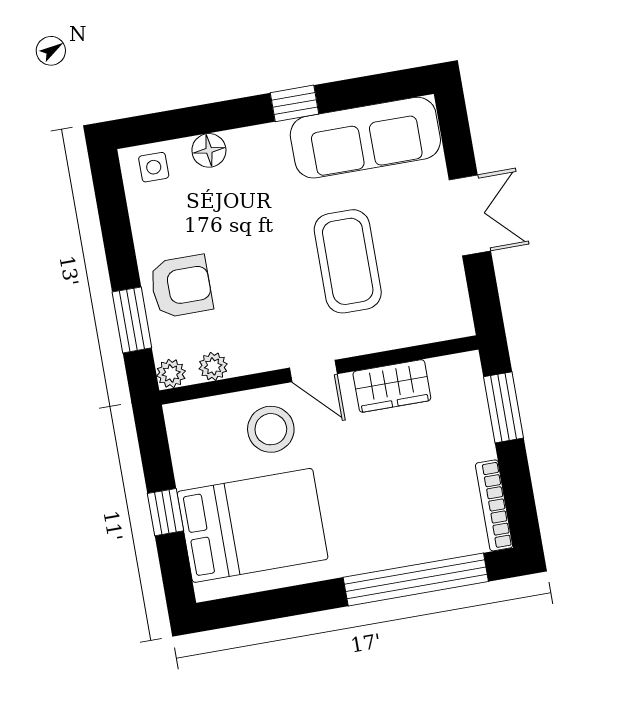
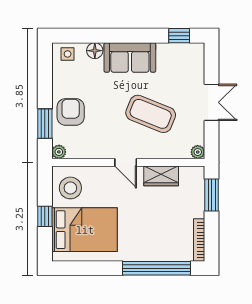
window: (294, 103) -> (179, 36), moved
sofa: (365, 138) -> (130, 57), moved, width x0.73
coffee table: (348, 261) -> (151, 114), turned -68
armchair: (181, 286) -> (71, 112), turned -90
plant: (213, 366) -> (198, 152), moved
stool: (271, 429) -> (70, 188), moved

